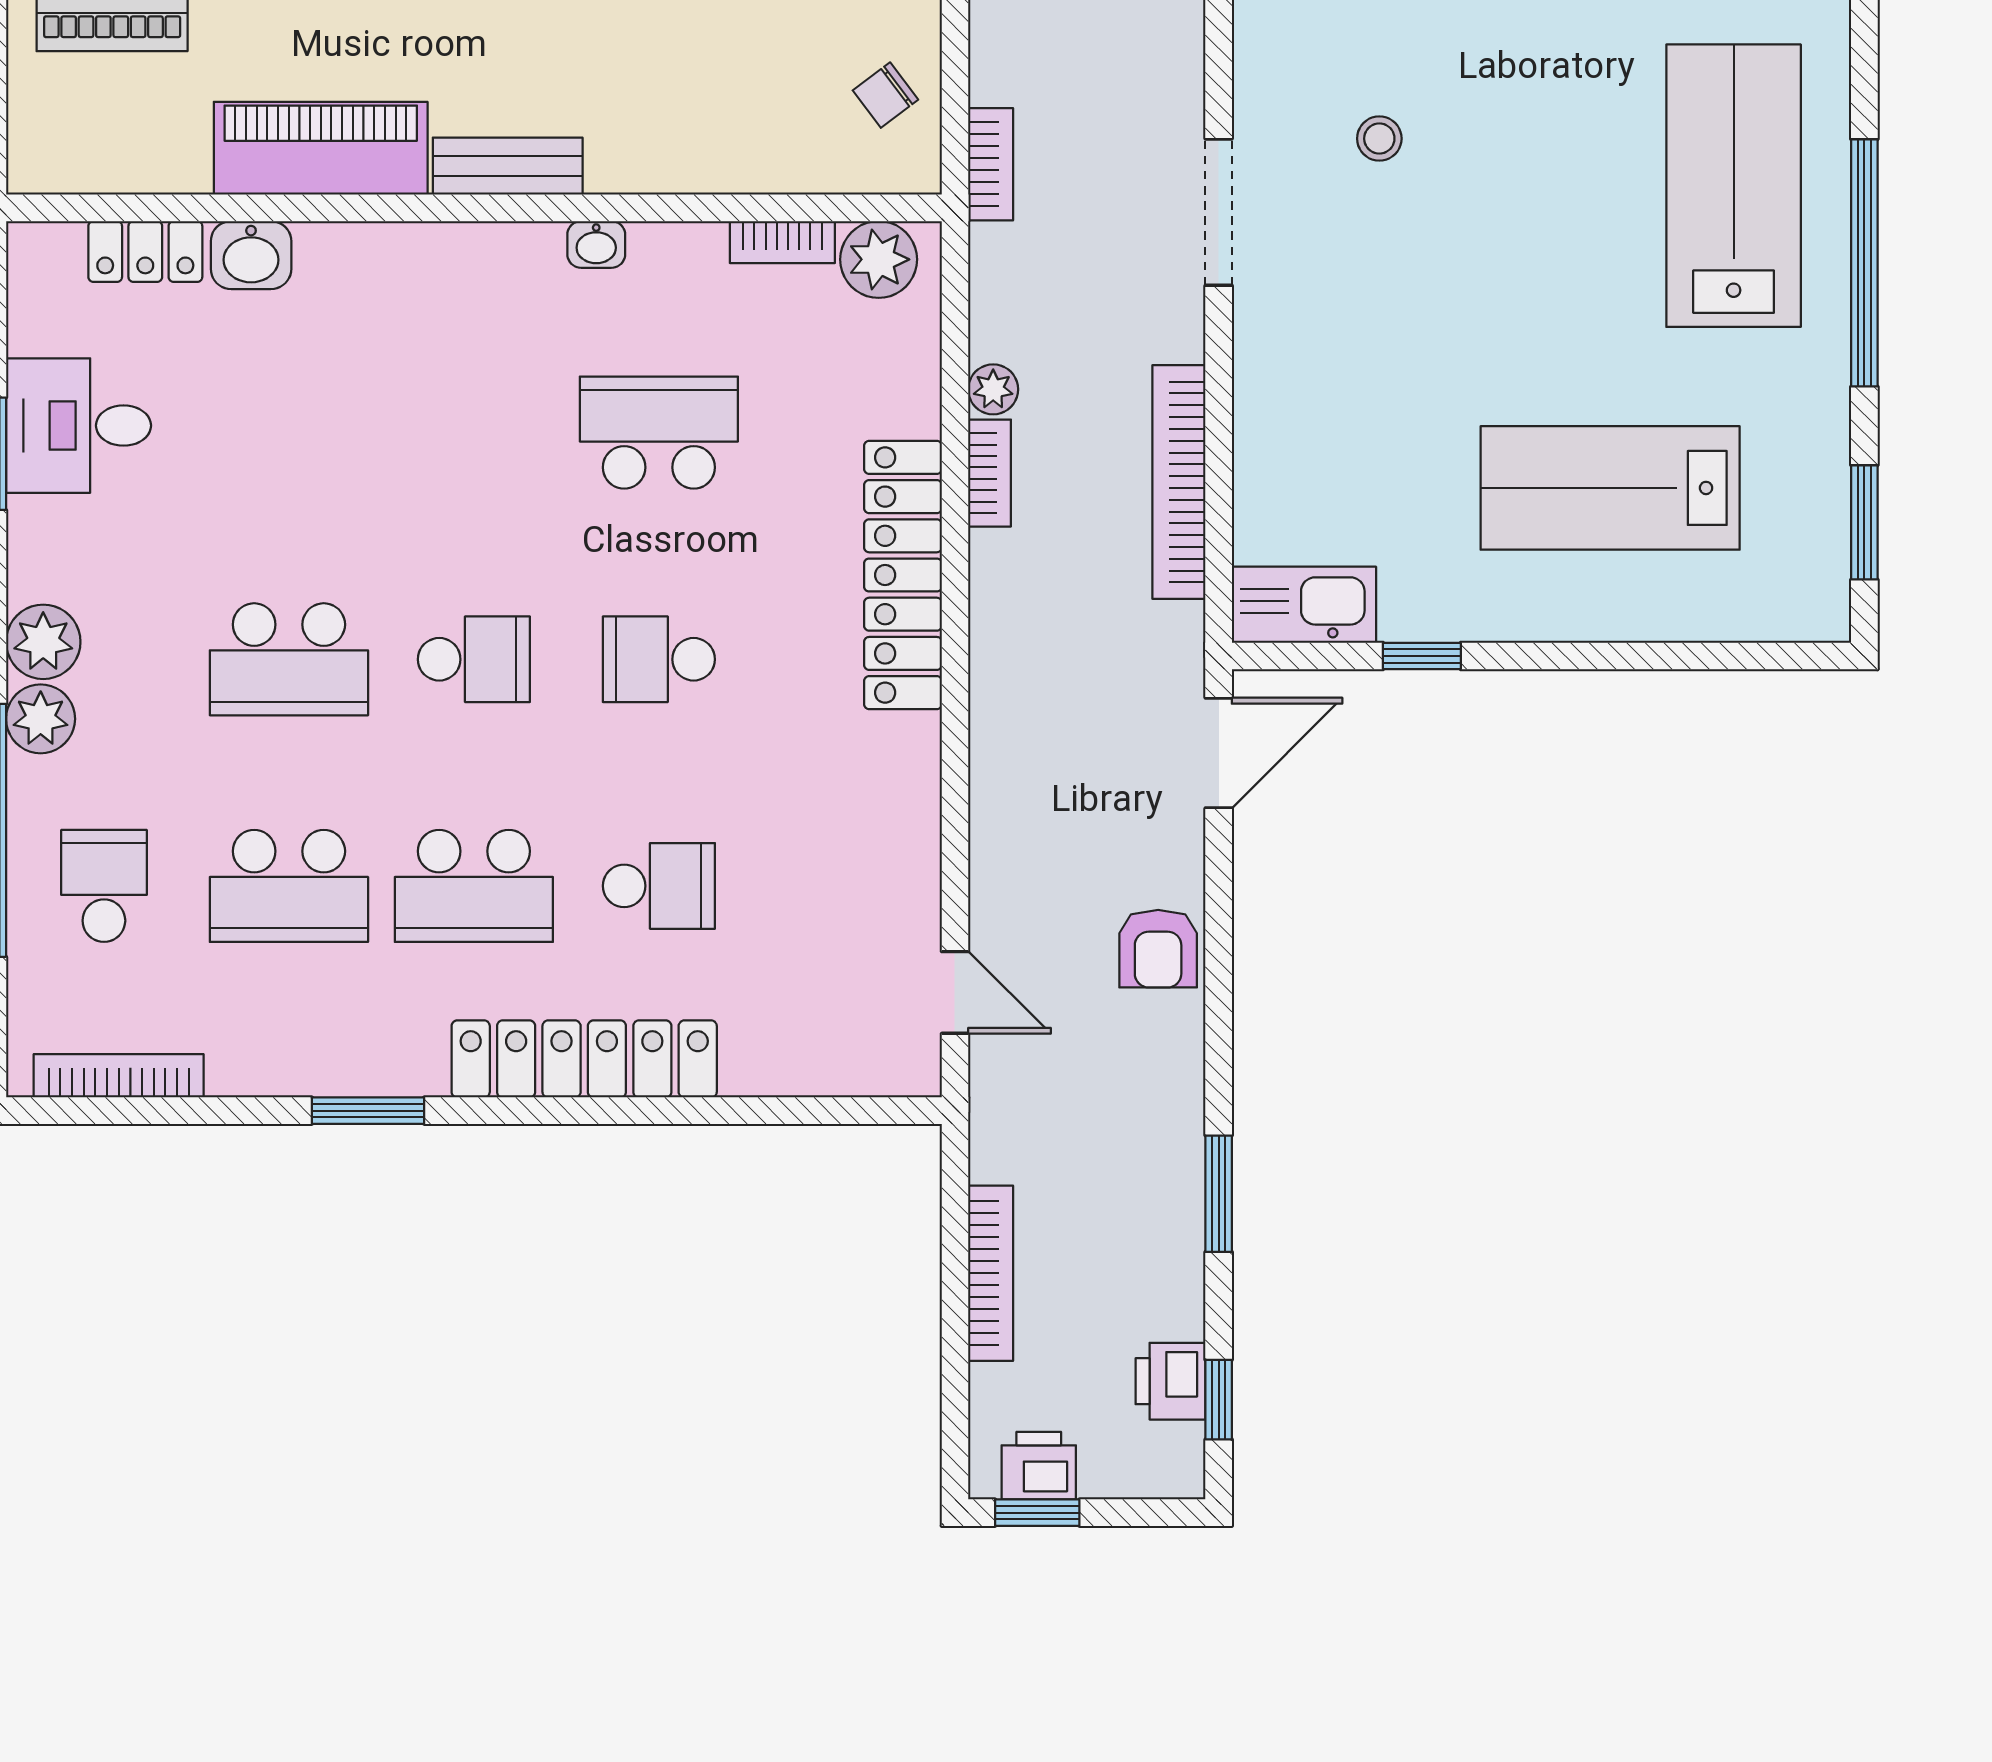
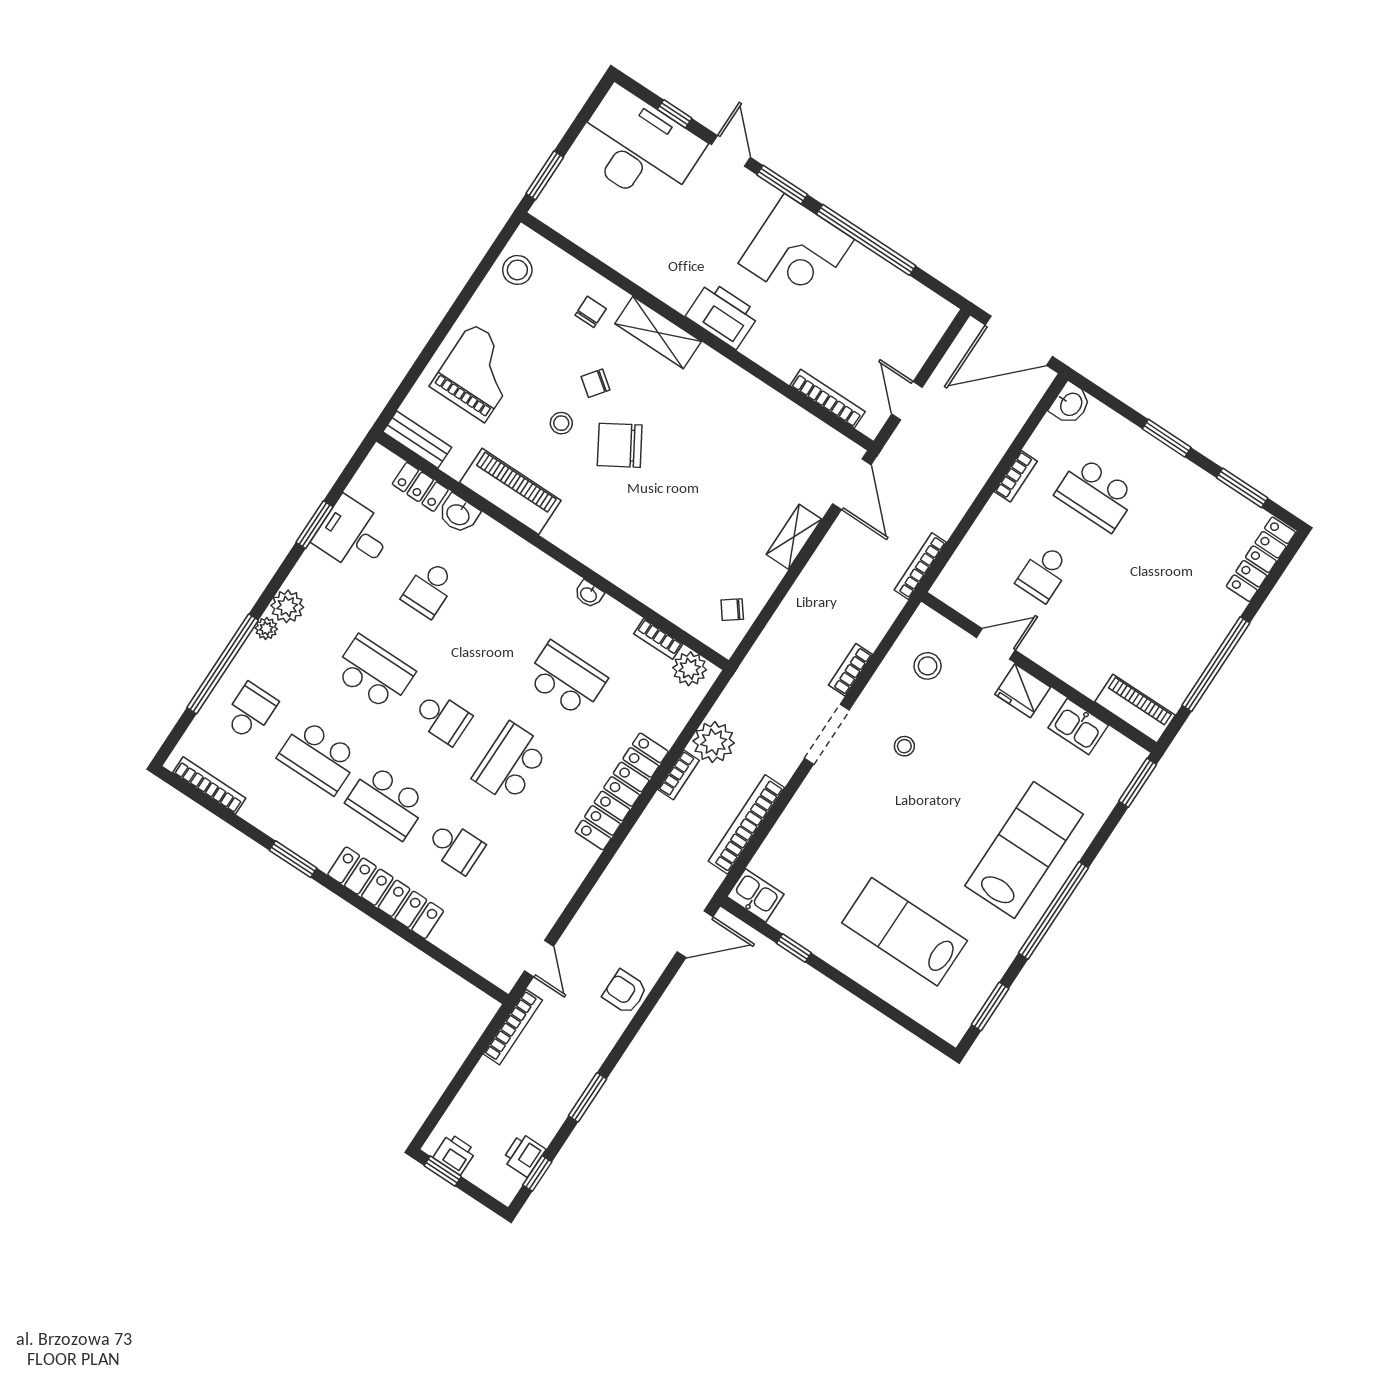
bookcase: (991, 164) -> (850, 670), moved, turned 180
bench: (508, 166) -> (417, 440), moved
plant: (993, 389) -> (714, 742), width x1.88, depth x1.88
school desk: (289, 433) -> (429, 589), added
kitchen sink: (1304, 605) -> (755, 895), width x0.73
school desk: (289, 659) -> (374, 673), turned 180
school desk: (659, 659) -> (511, 763), width x1.85
plant: (41, 719) -> (266, 628), width x0.73, depth x0.73
armchair: (1158, 949) -> (625, 992), turned 90
bookcase: (991, 1273) -> (513, 1027), moved

